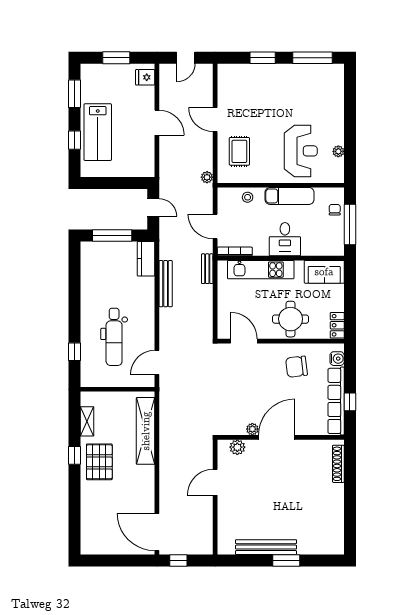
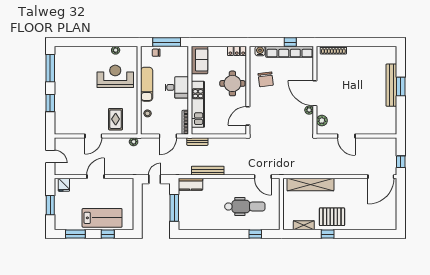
rug: (239, 151) -> (116, 119), turned 90
bench: (266, 547) -> (391, 85), moved

